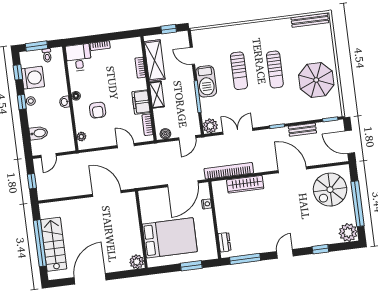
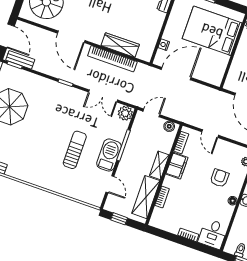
sun lounger: (275, 69) -> (42, 135), removed
bench: (302, 130) -> (20, 60), moved
bookcase: (229, 171) -> (112, 59), moved

